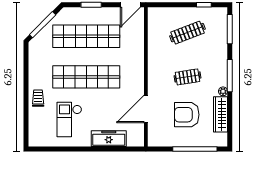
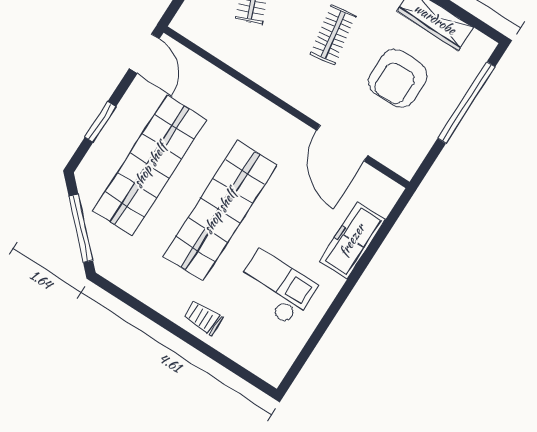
checkout: (69, 119) -> (275, 287), turned 180

